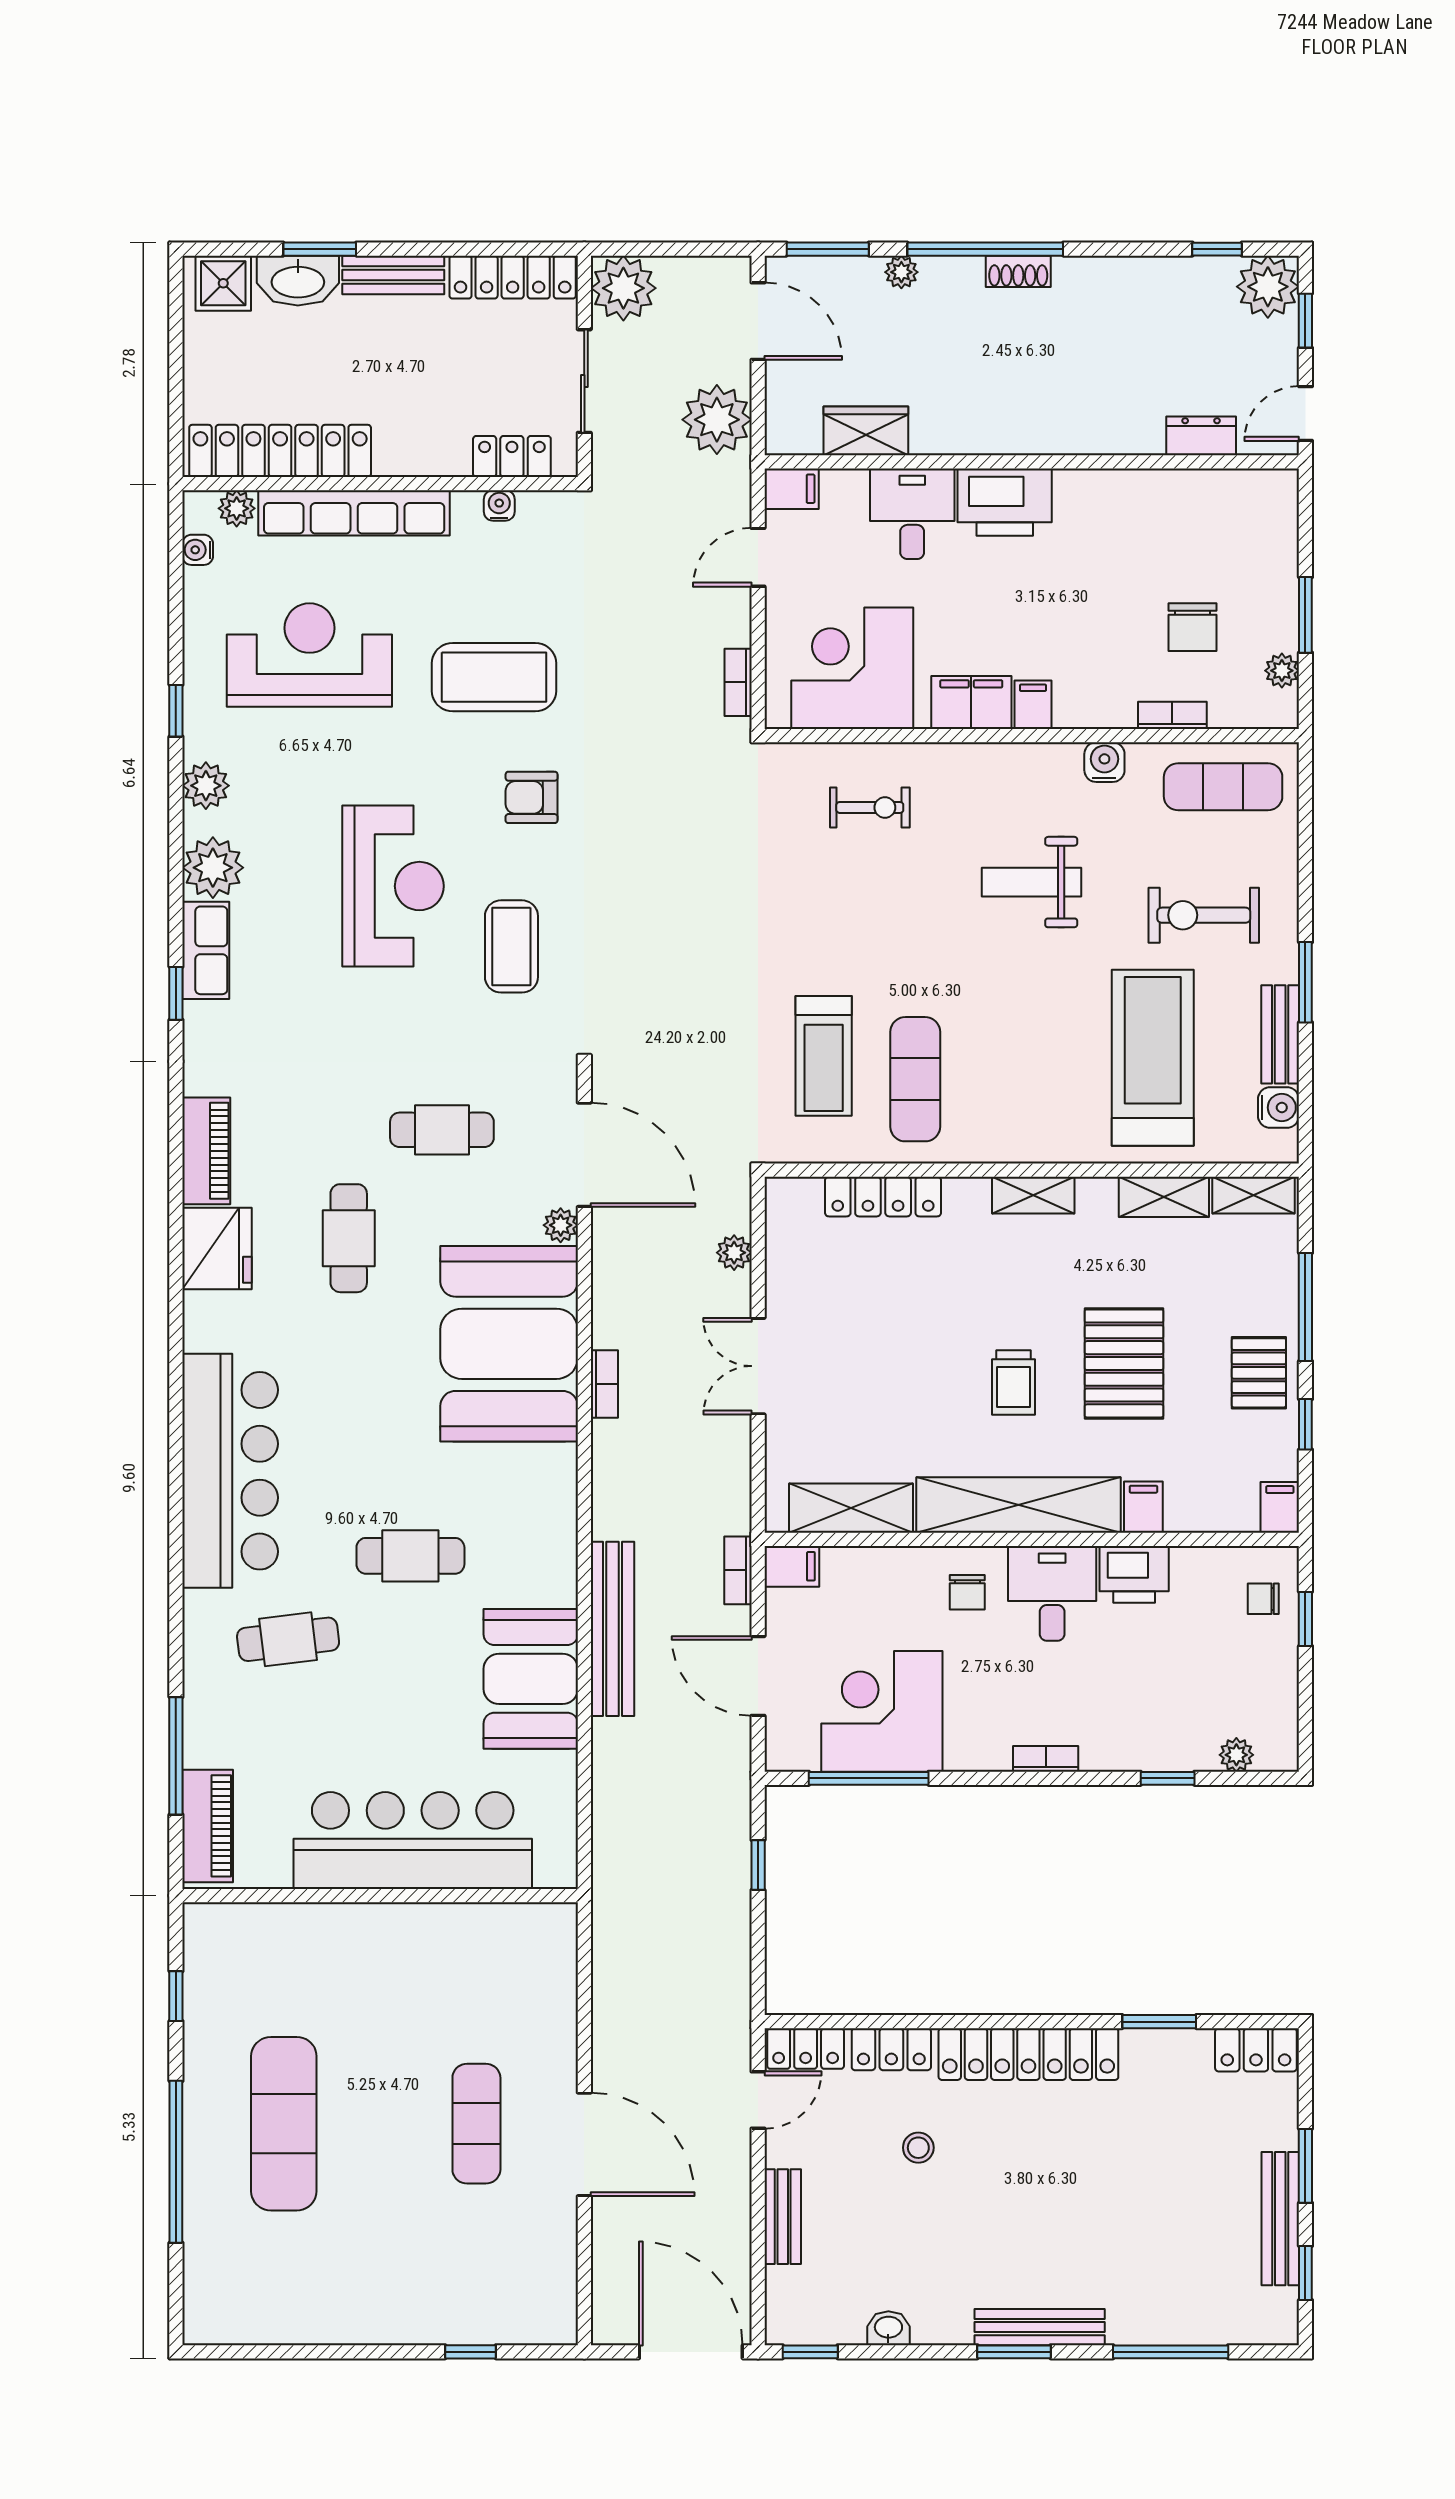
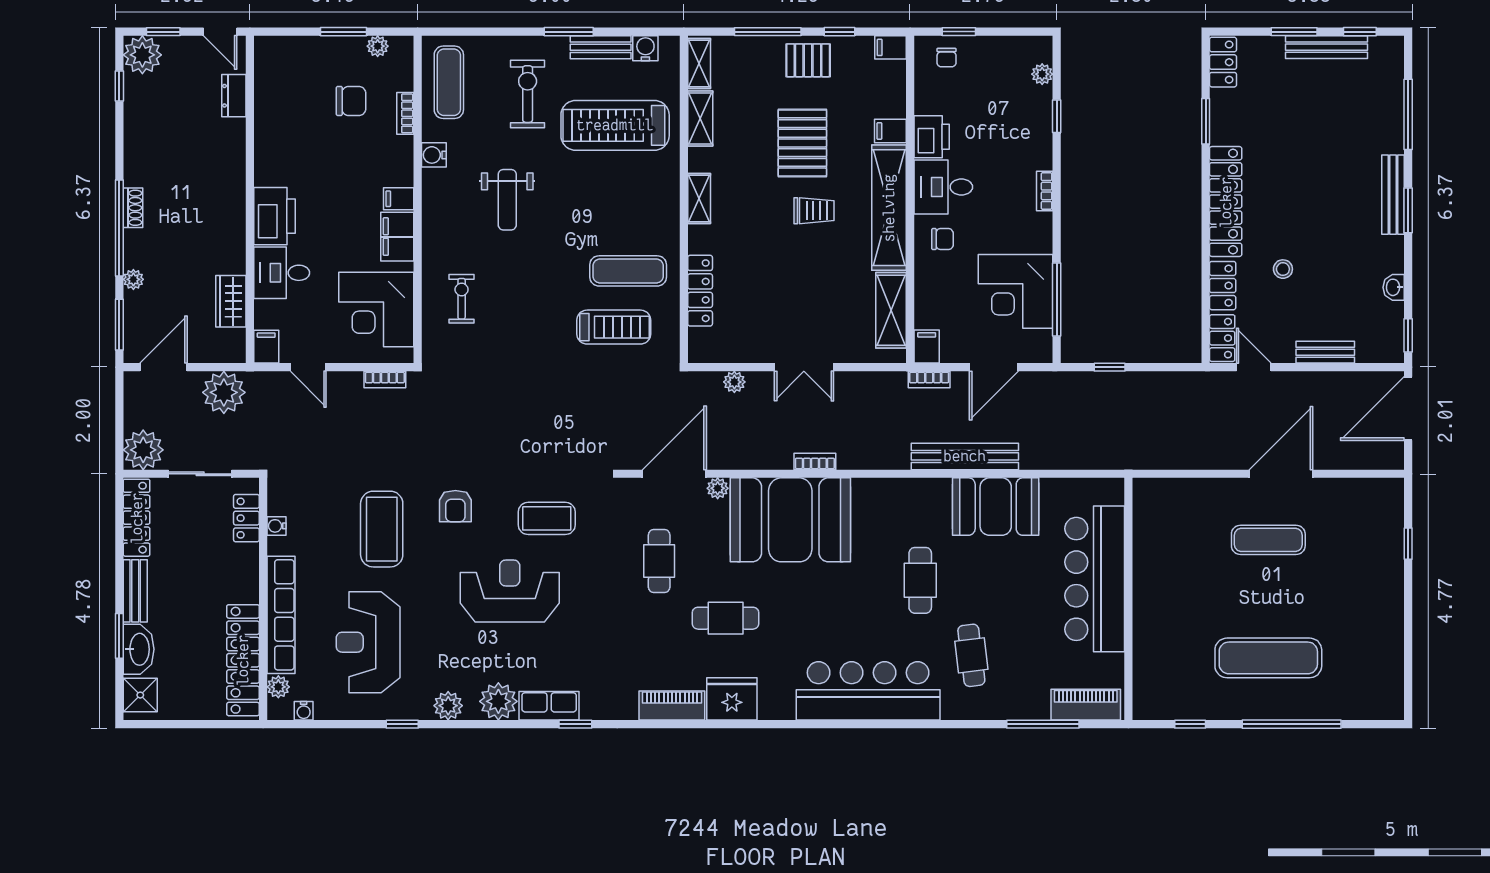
exercise bike: (1204, 915) -> (528, 94), turned 180
pallet: (1124, 1363) -> (802, 143), turned 90

